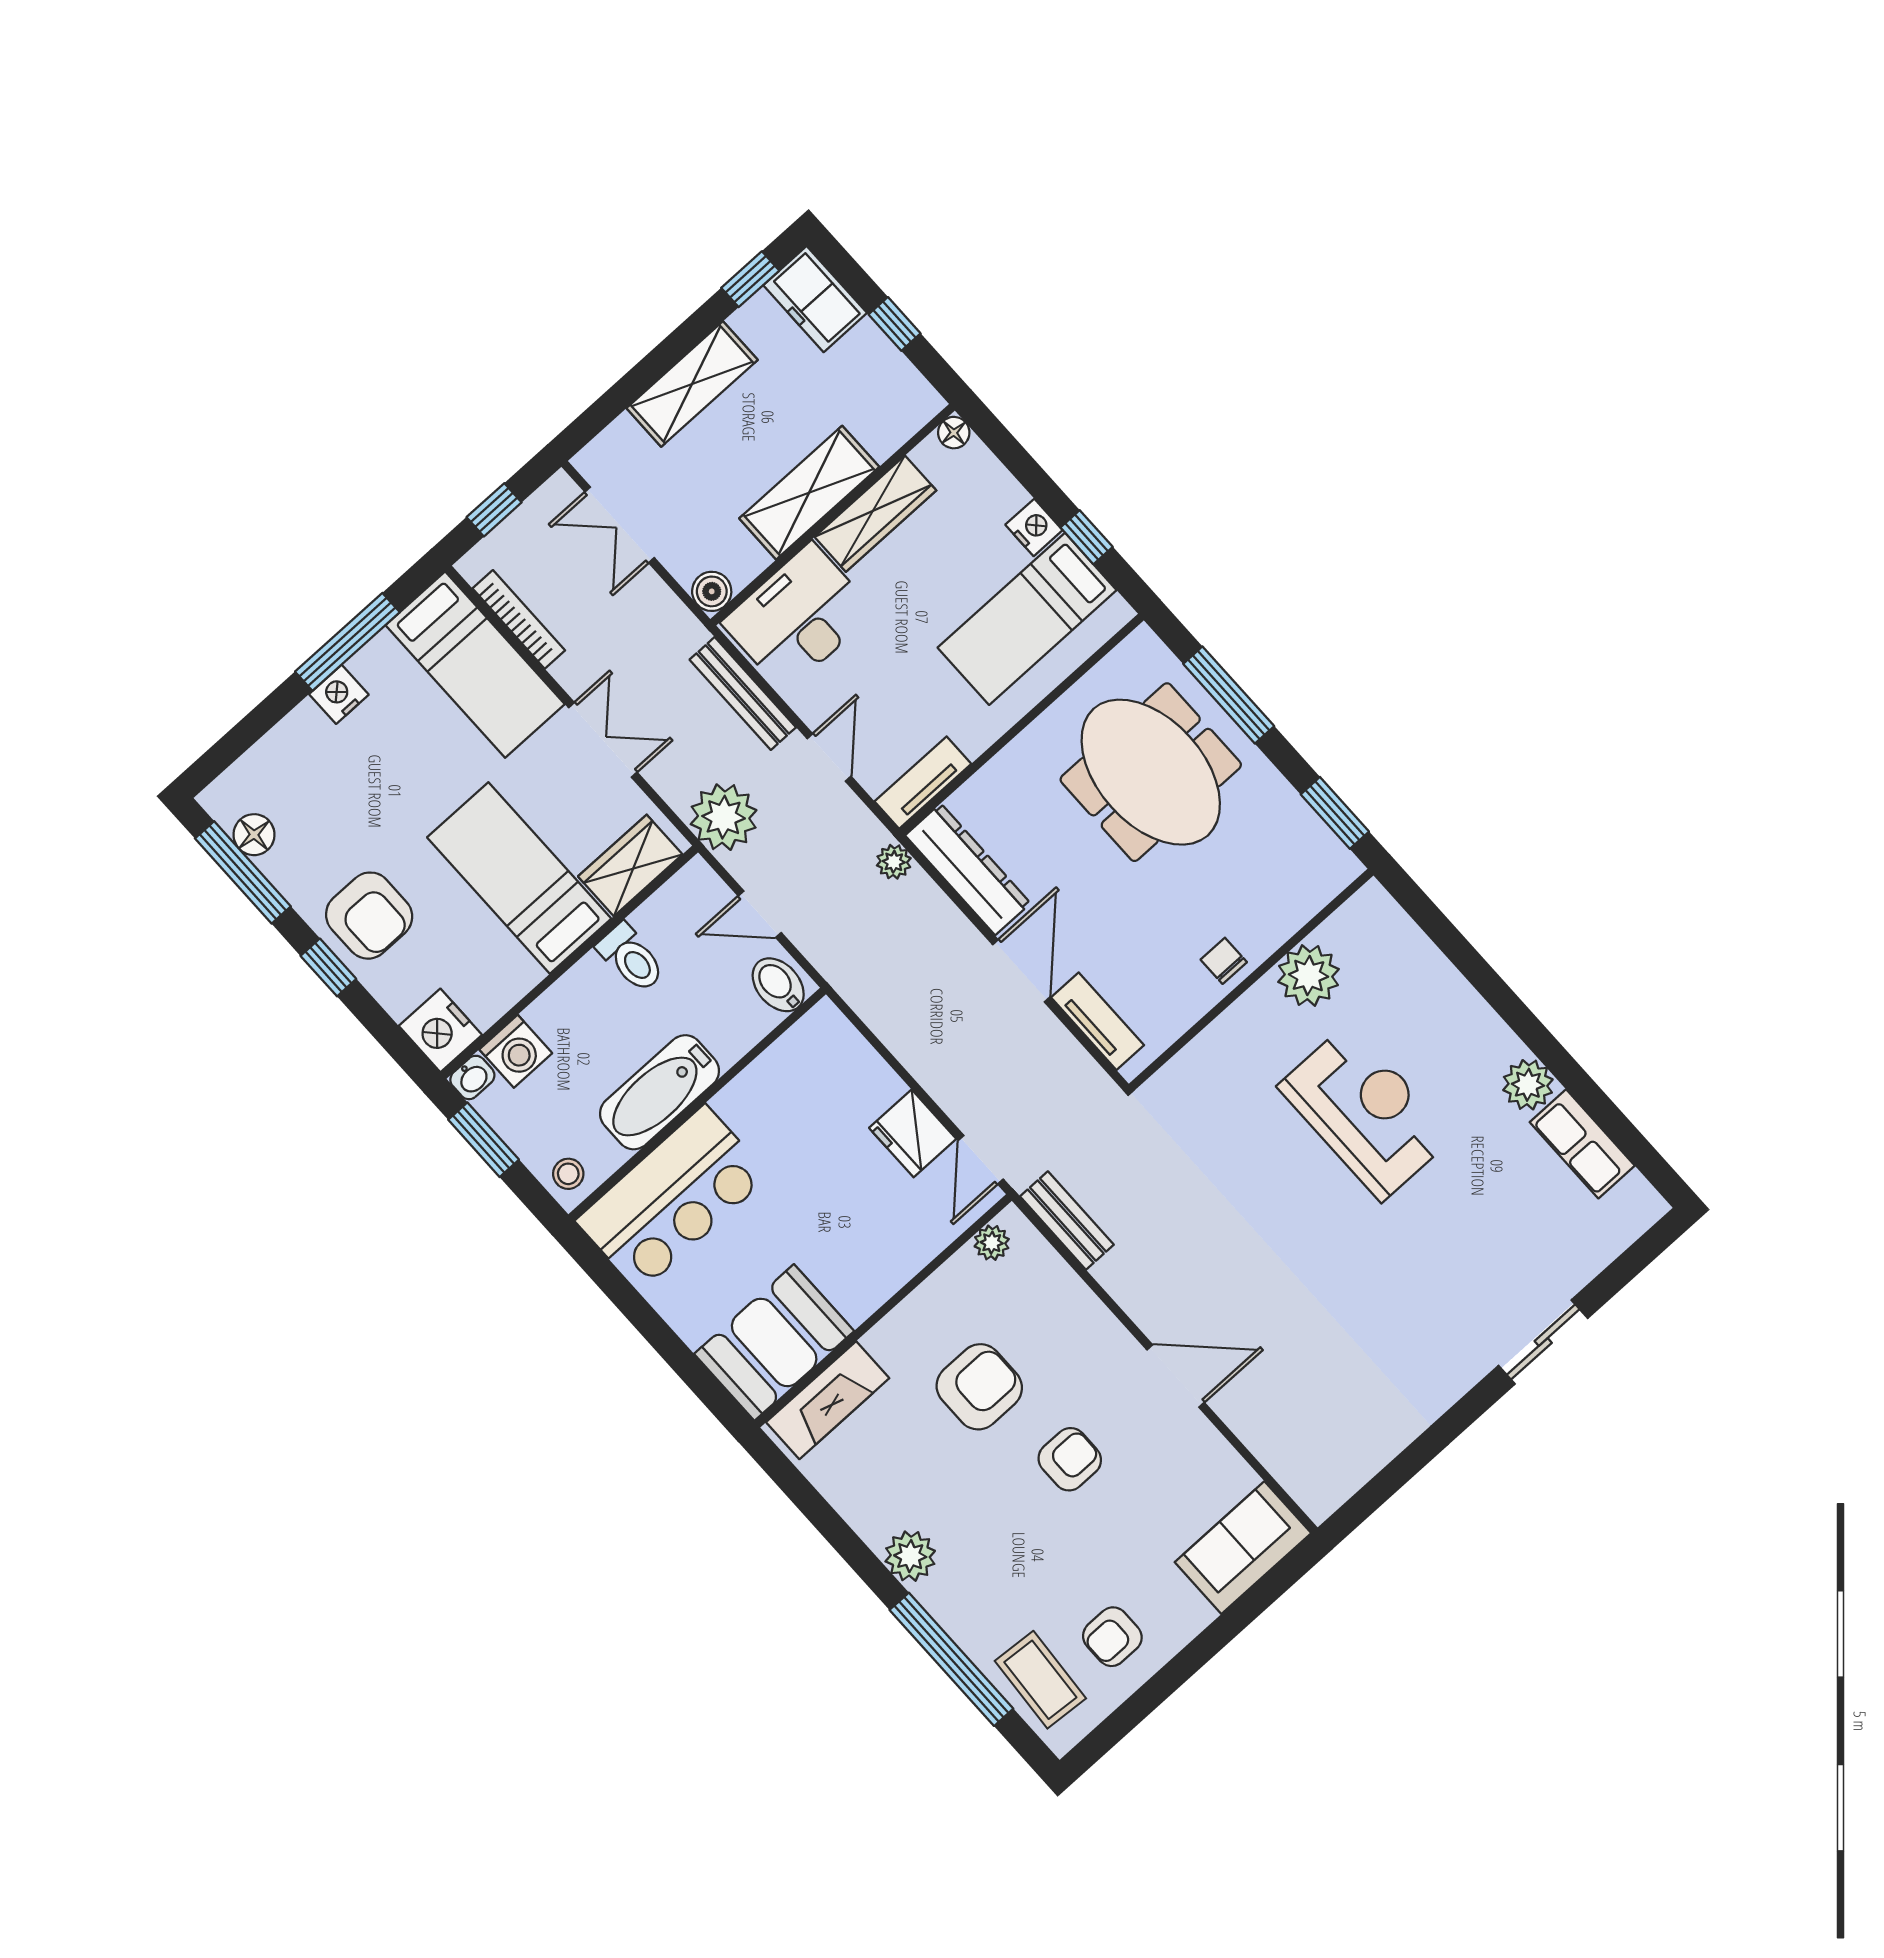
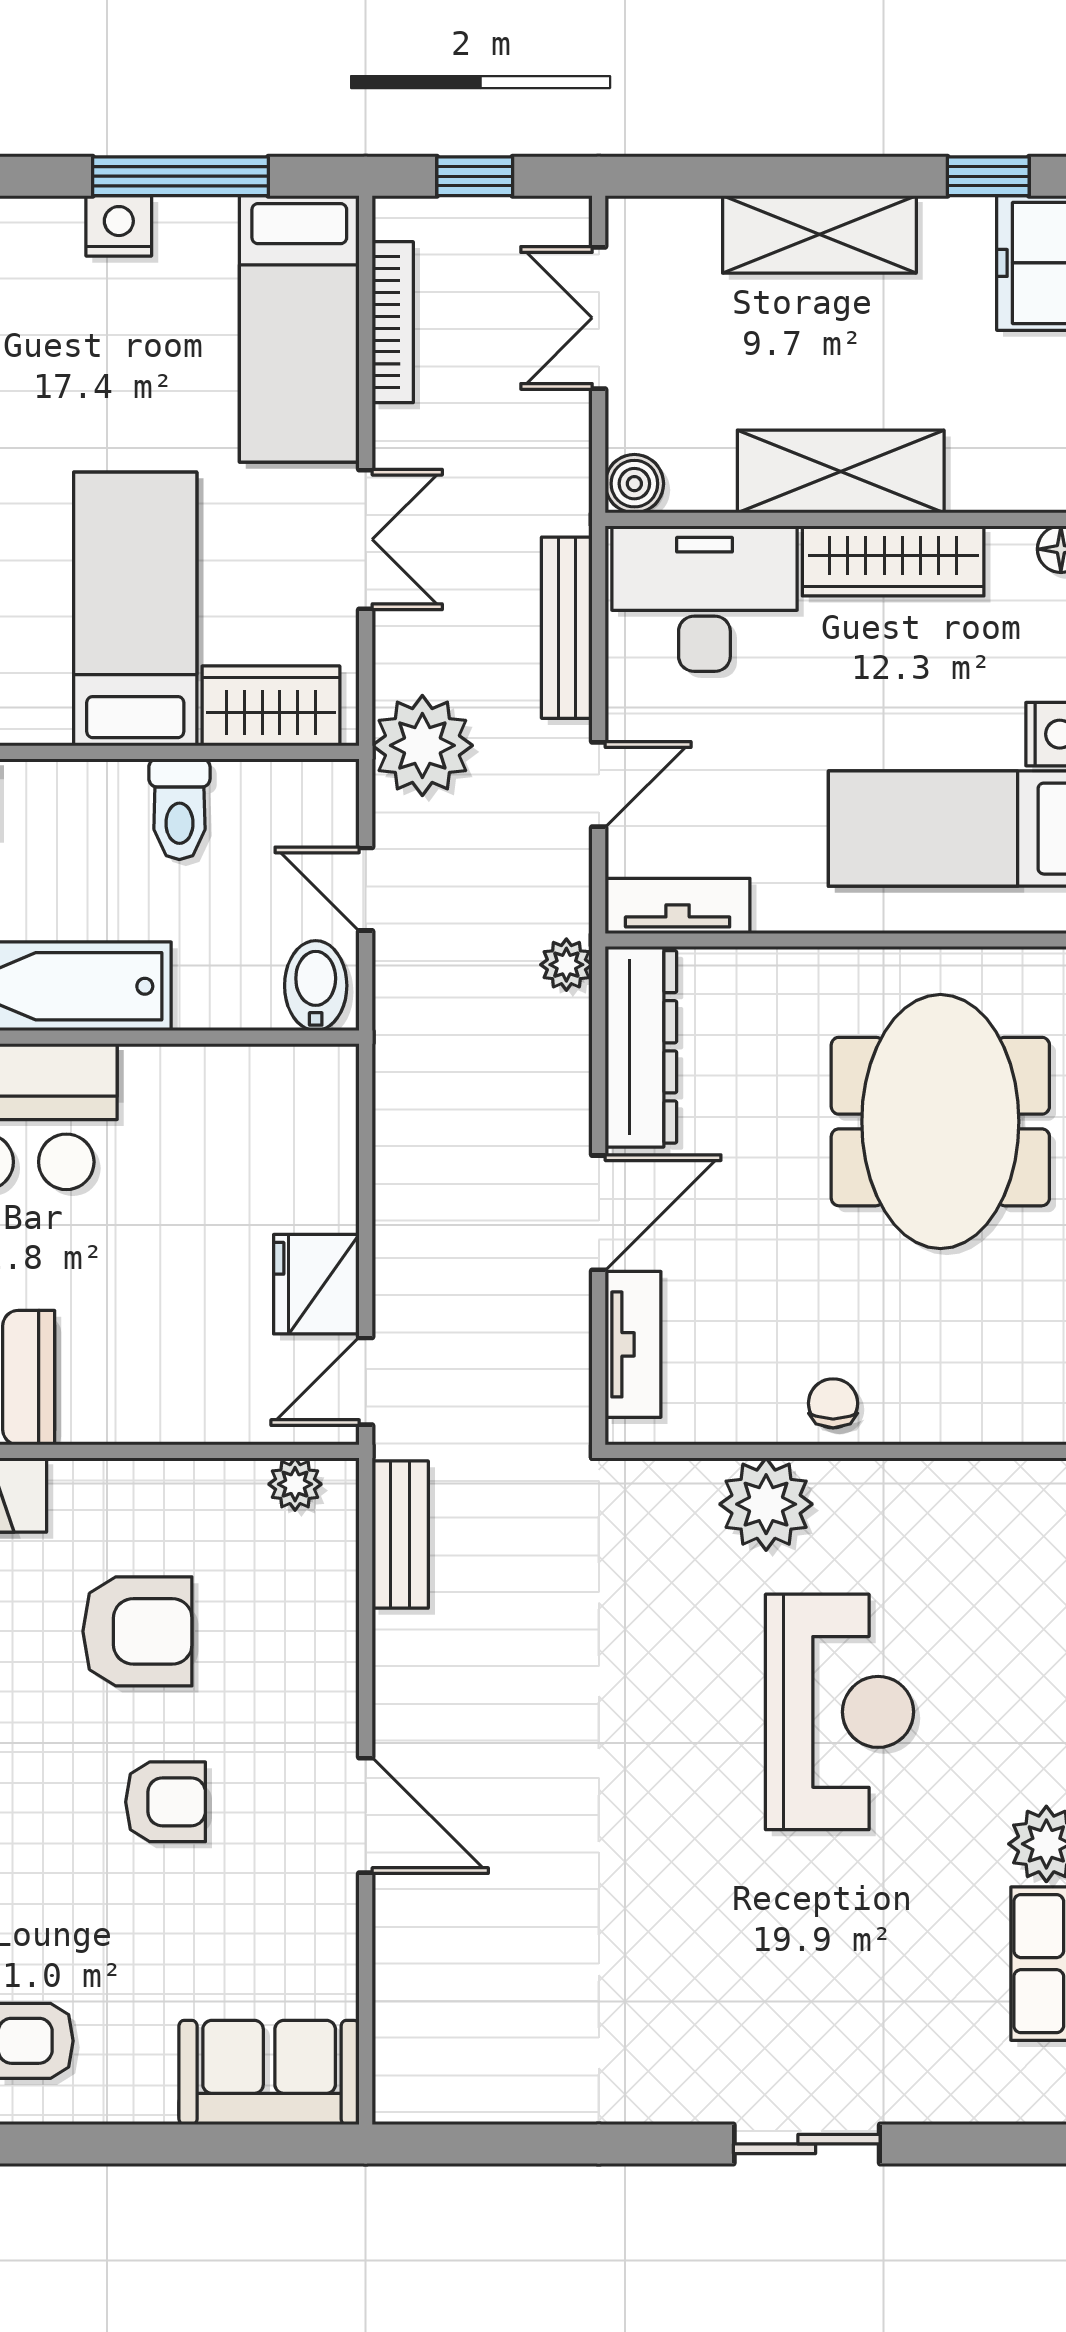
plant: (1309, 976) -> (766, 1504), moved

